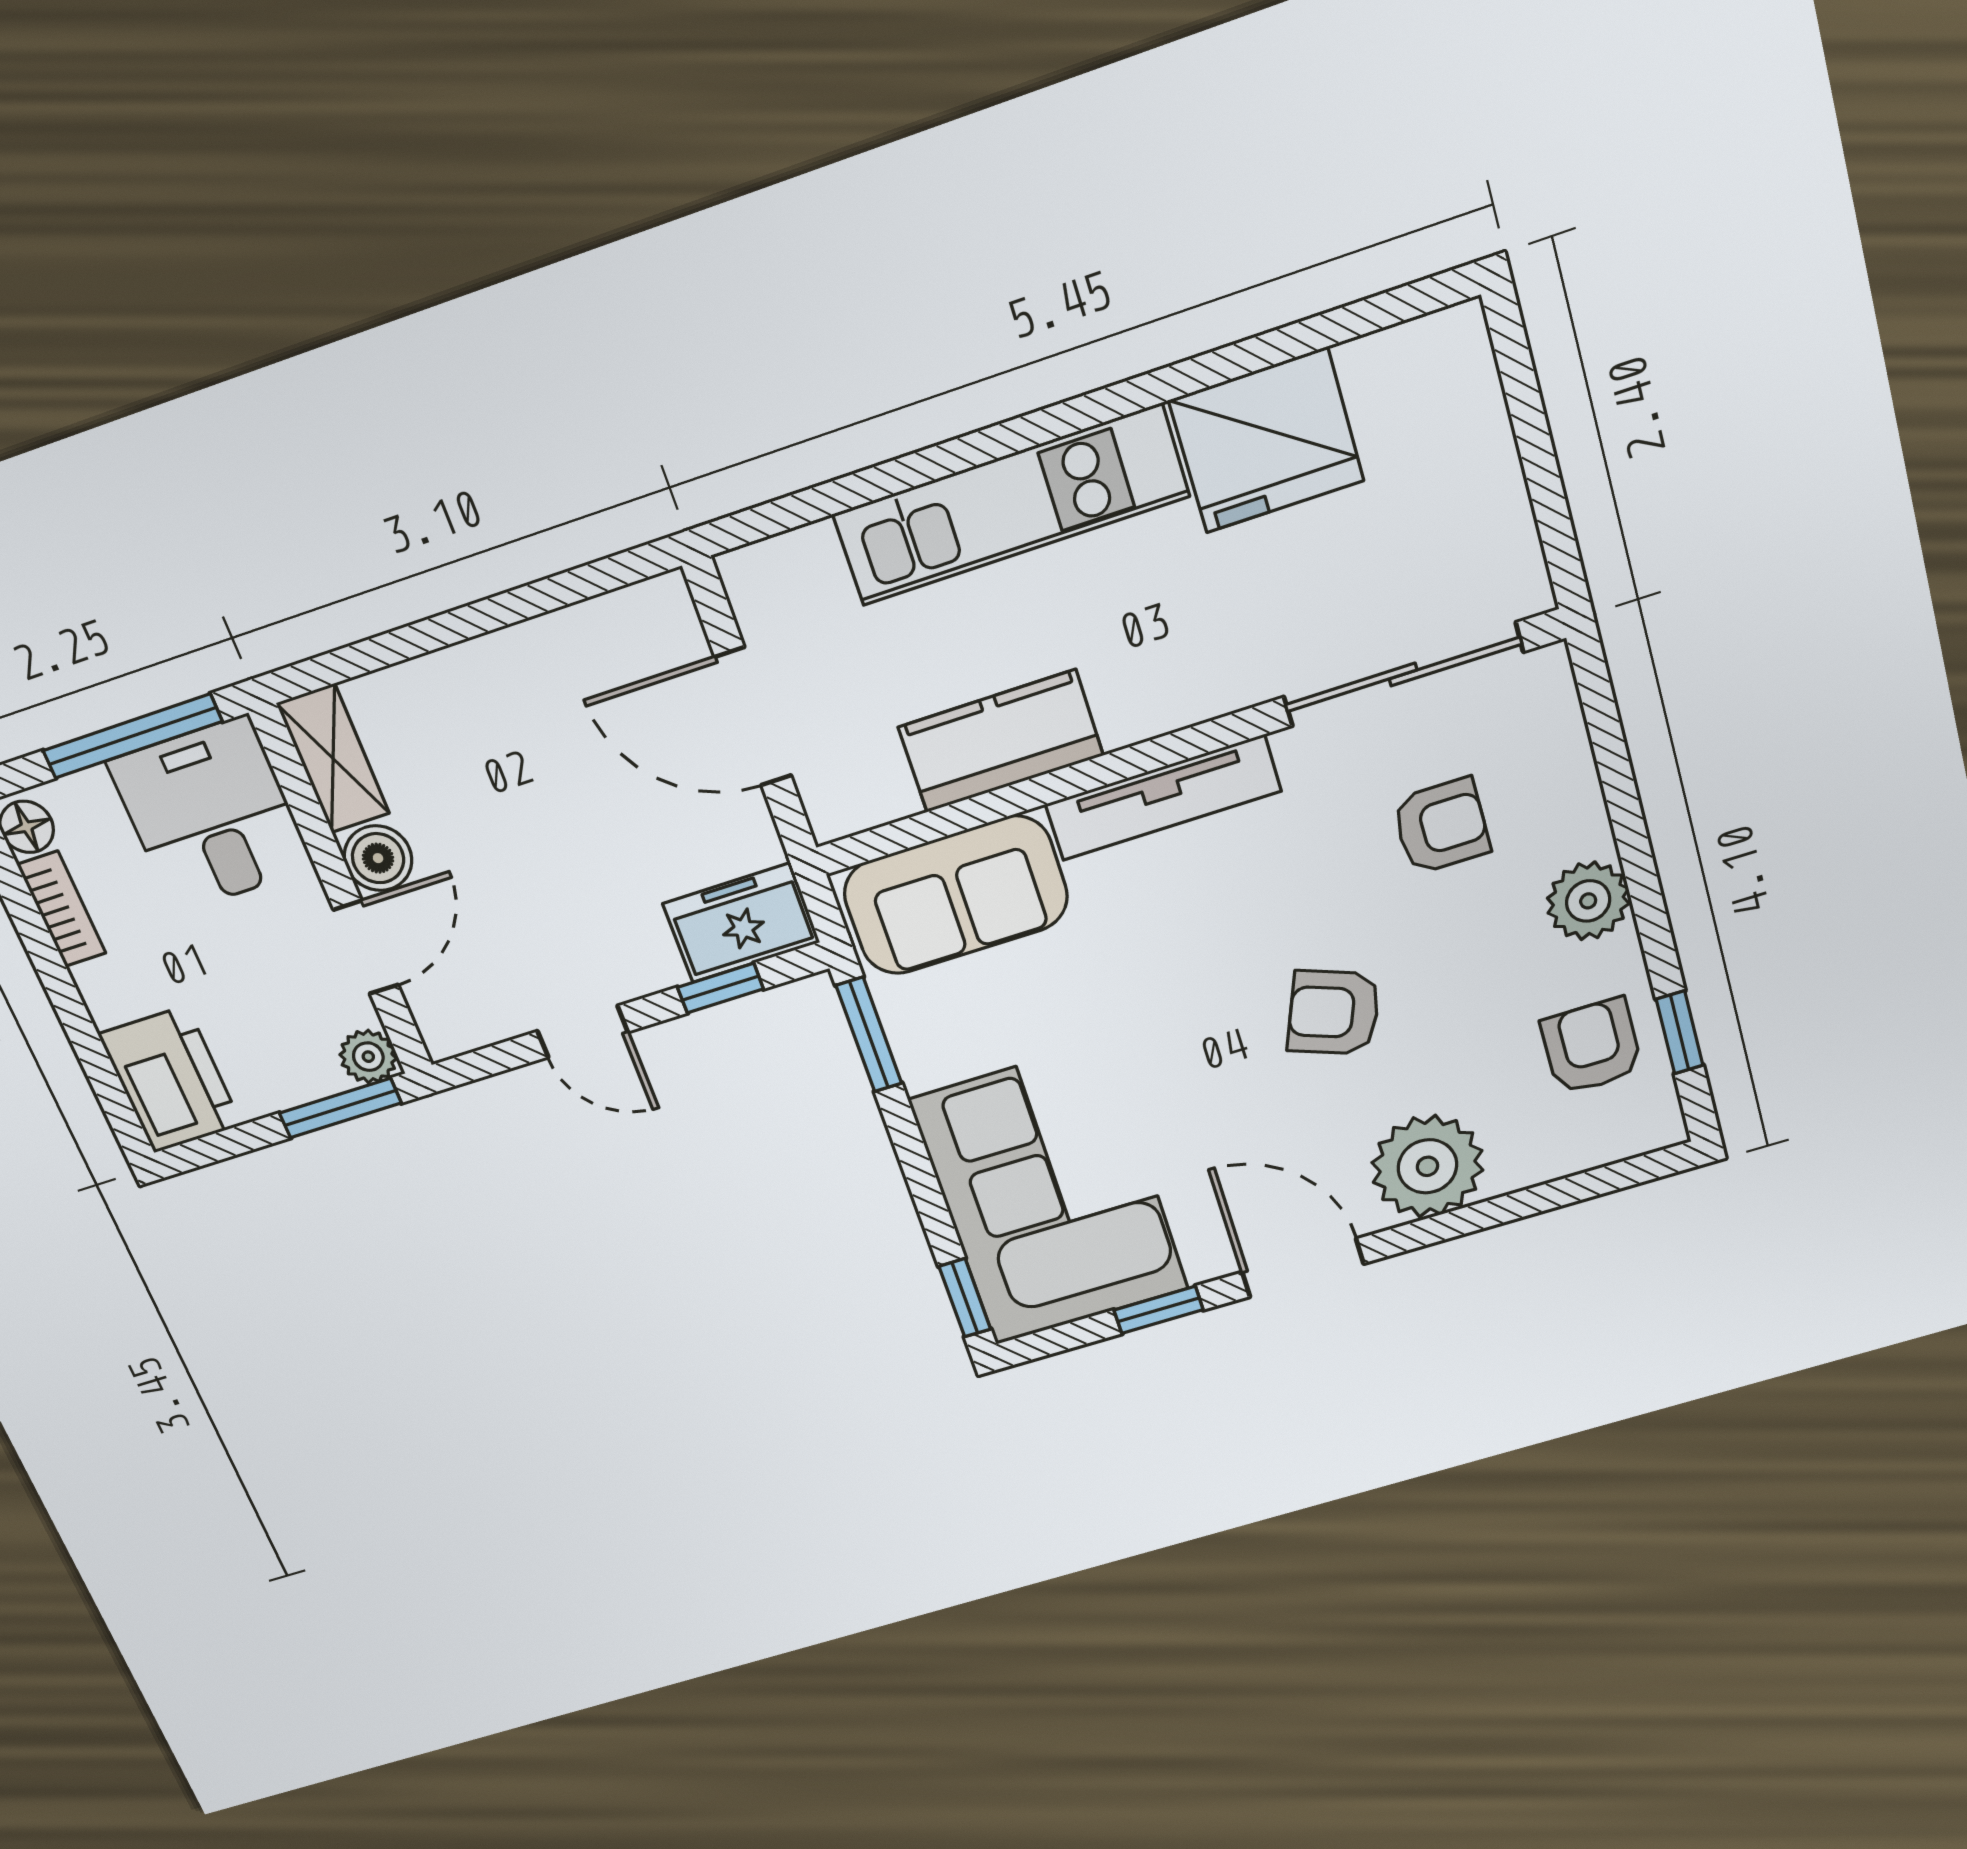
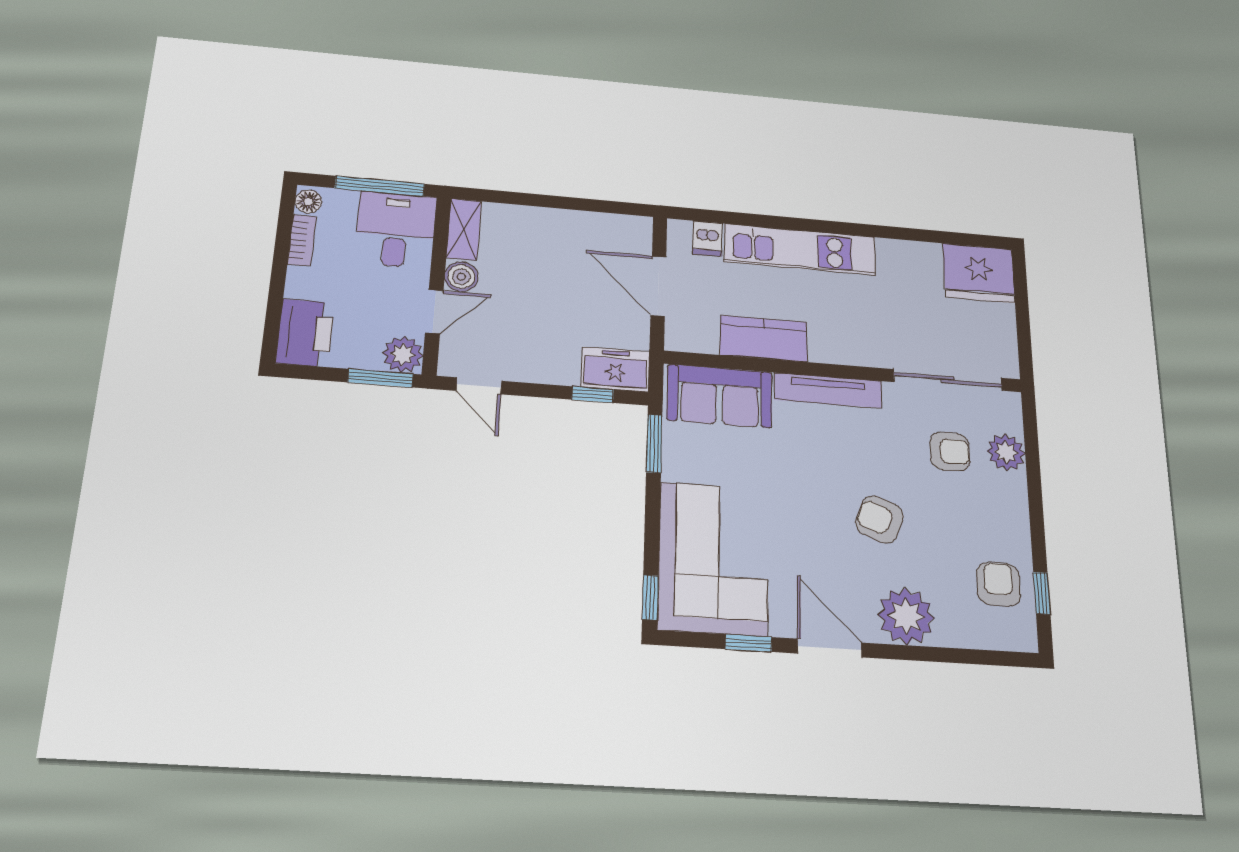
fridge: (1266, 441) -> (979, 273), moved
dishwasher: (810, 566) -> (707, 238), added
plant: (1588, 901) -> (1006, 452), moved
door: (583, 1032) -> (479, 386), moved
plant: (368, 1057) -> (403, 354), width x1.38, depth x1.38

